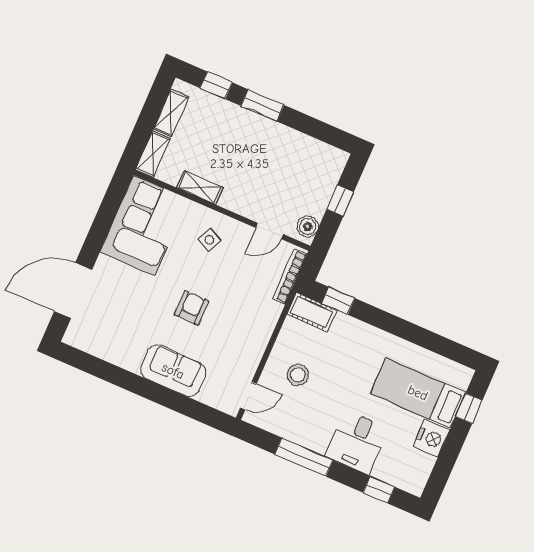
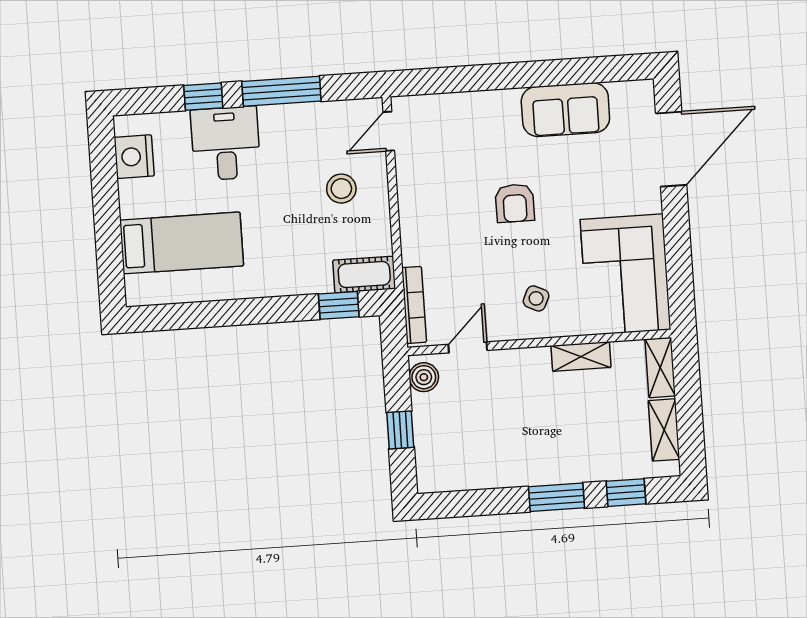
sofa: (173, 371) -> (565, 110), moved
window: (469, 408) -> (110, 256), removed
nightstand: (431, 438) -> (134, 157), moved
window: (379, 490) -> (203, 97), moved

